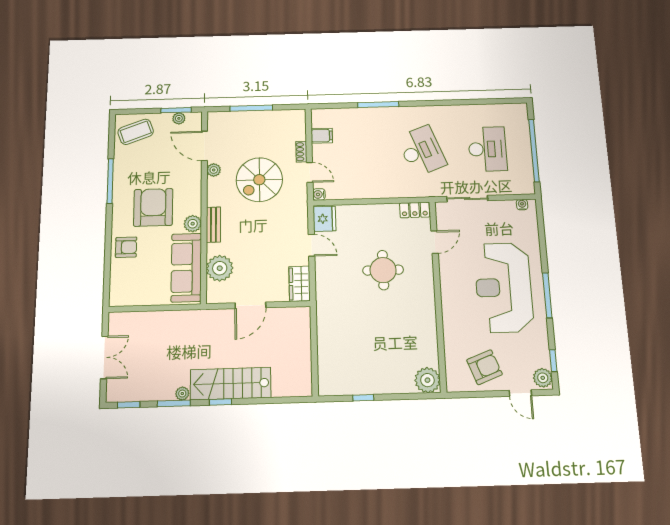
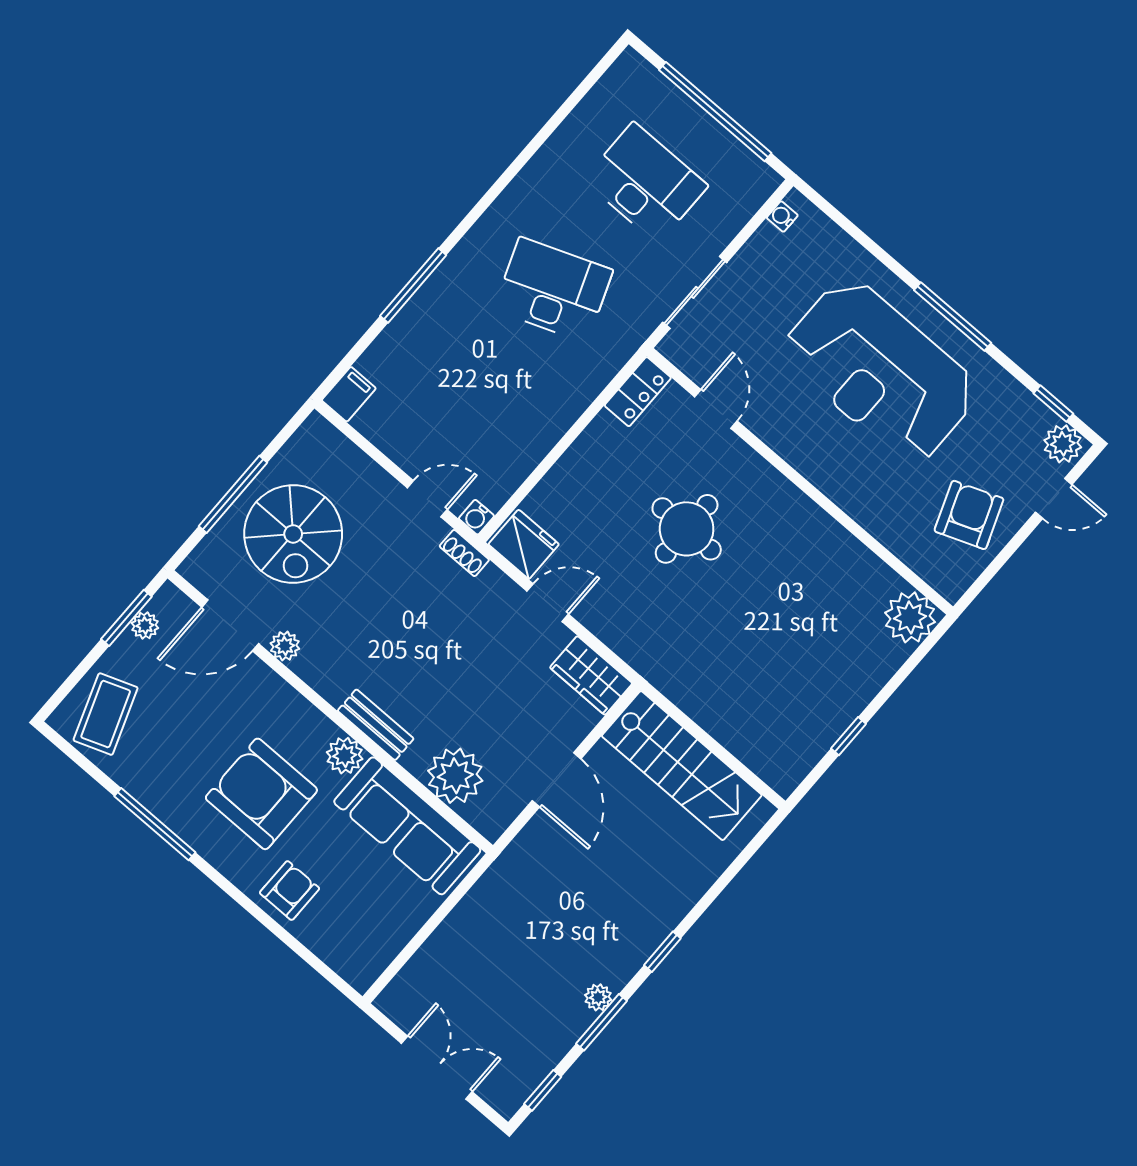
filing cabinet: (322, 136) -> (349, 394), moved
shoe rack: (301, 152) -> (464, 553), moved
spiral stairs: (259, 180) -> (293, 534), moved
stairs: (231, 384) -> (682, 766), moved, turned -90

